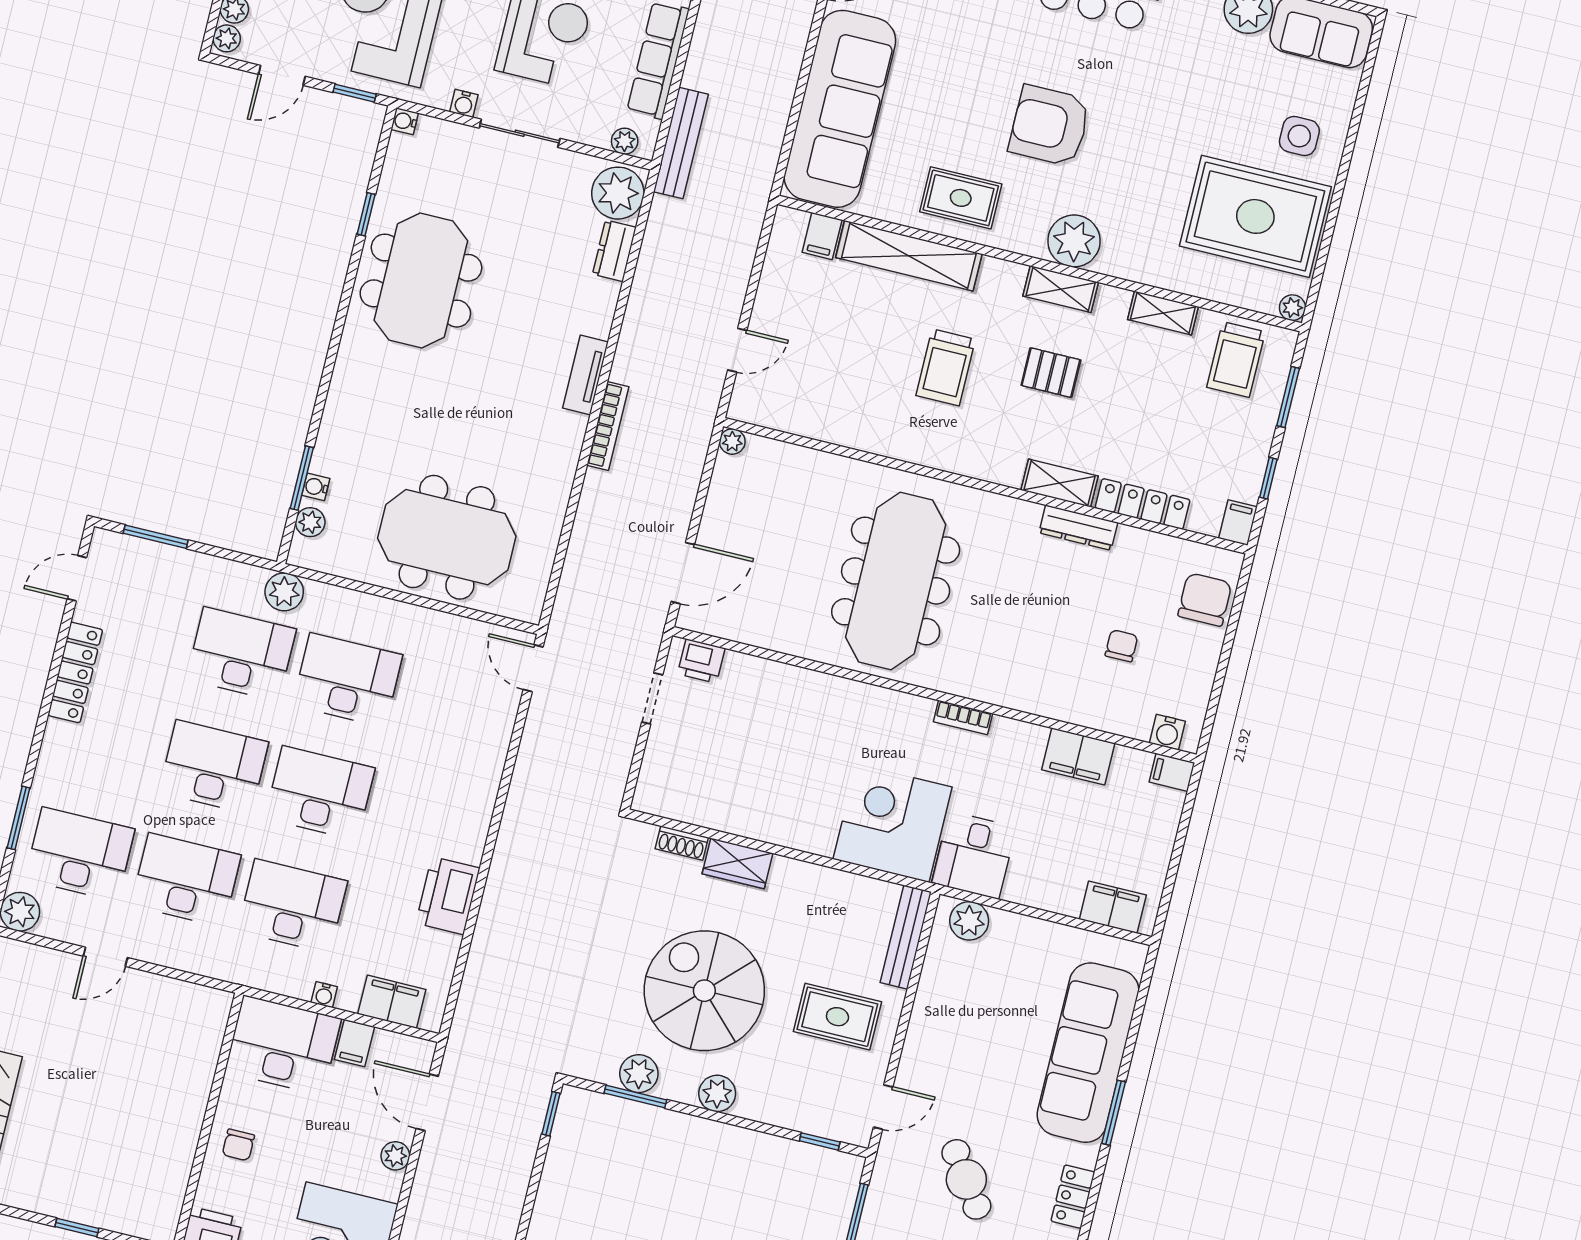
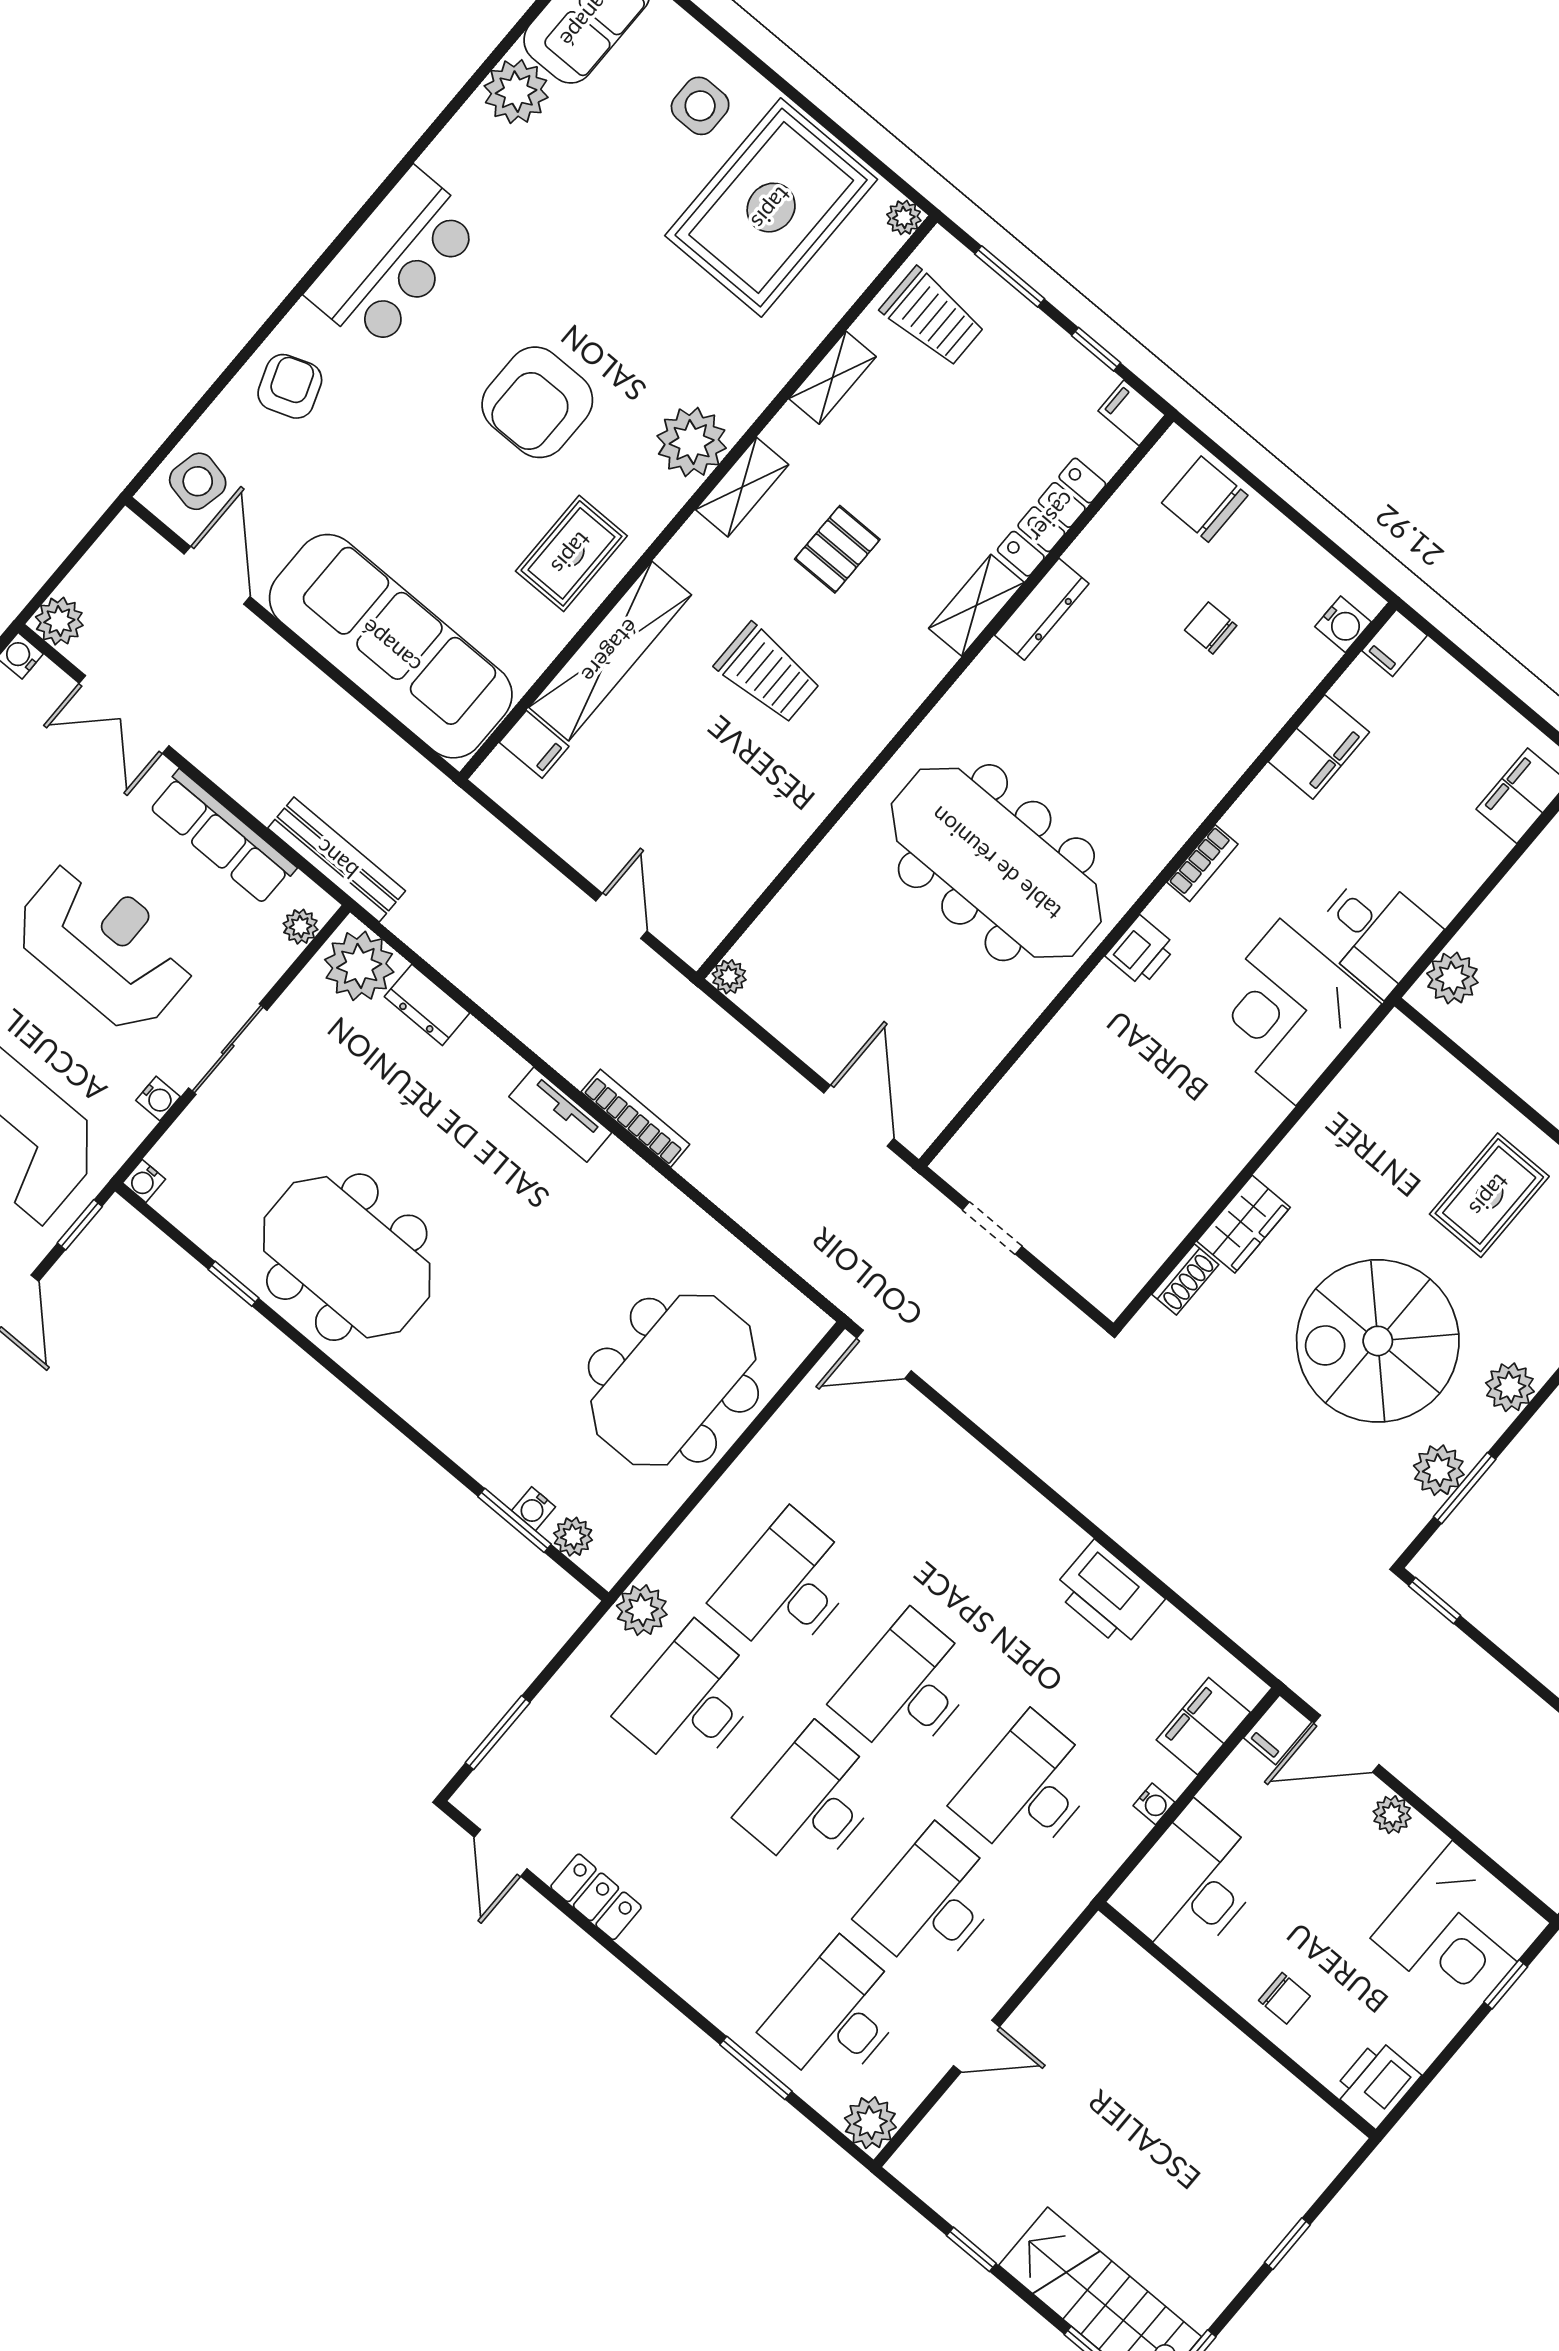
printer: (701, 661) -> (1141, 951), moved
locker: (75, 672) -> (596, 1897), width x0.66
bench: (906, 937) -> (1434, 1065), removed
door: (105, 957) -> (977, 2046), hinge flipped
filing cabinet: (354, 1043) -> (1278, 1730), moved, turned 90

